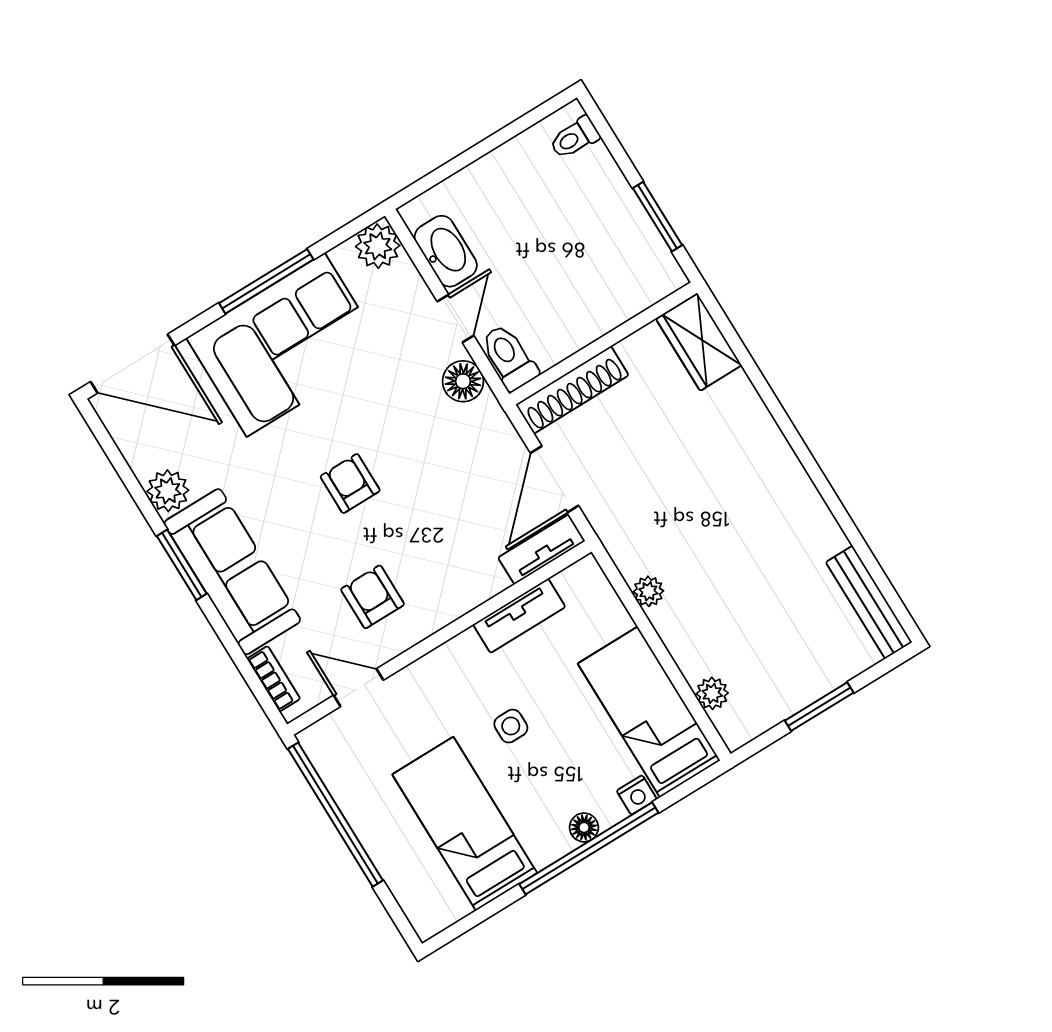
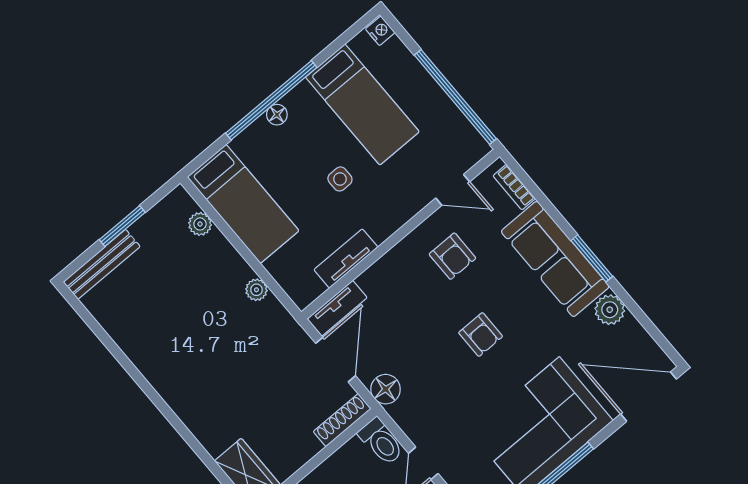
floor lamp: (463, 381) -> (386, 389), moved
shoe rack: (572, 390) -> (342, 420), width x0.74, depth x0.81
bench: (869, 602) -> (102, 264), moved, turned 90
nightstand: (637, 795) -> (380, 31), moved, turned 90

